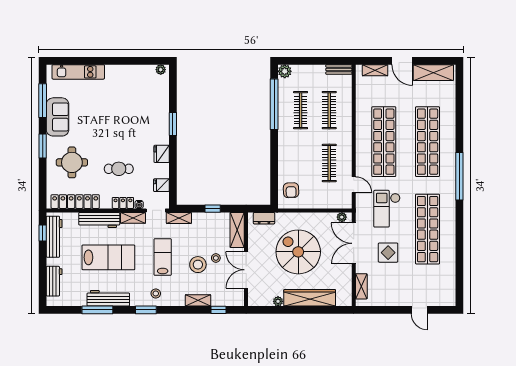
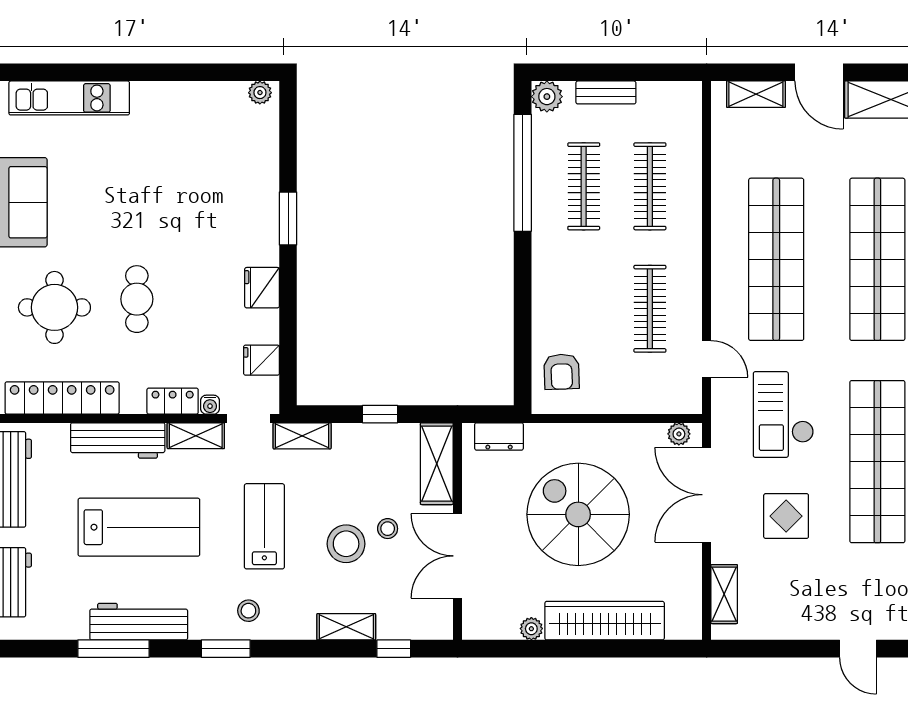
bench: (339, 70) -> (606, 92), moved
cafe table: (119, 169) -> (137, 299), moved, turned 90

